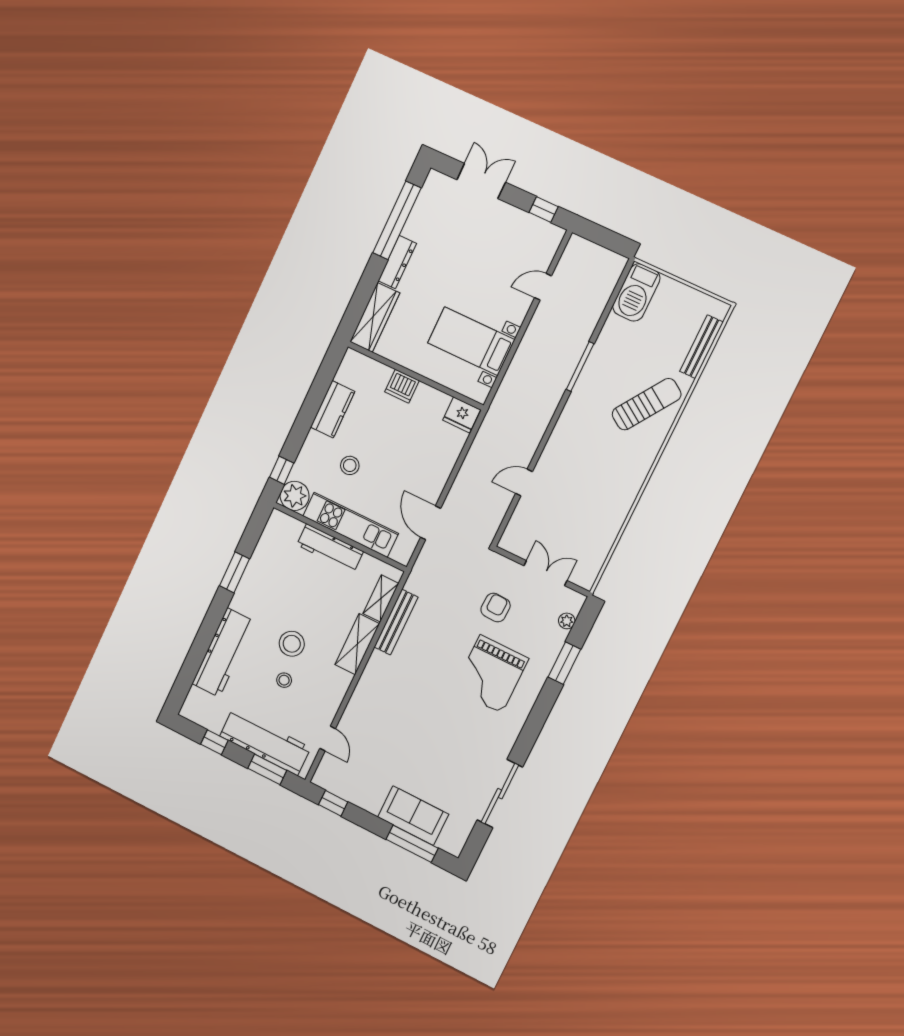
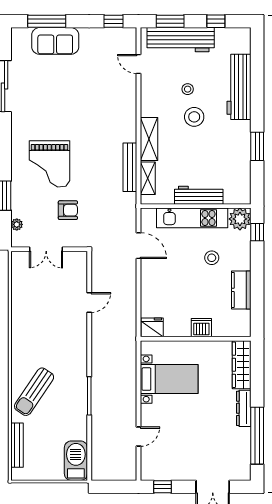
armchair: (496, 608) -> (68, 210), turned -92
grand piano: (491, 674) -> (49, 164), turned 180

